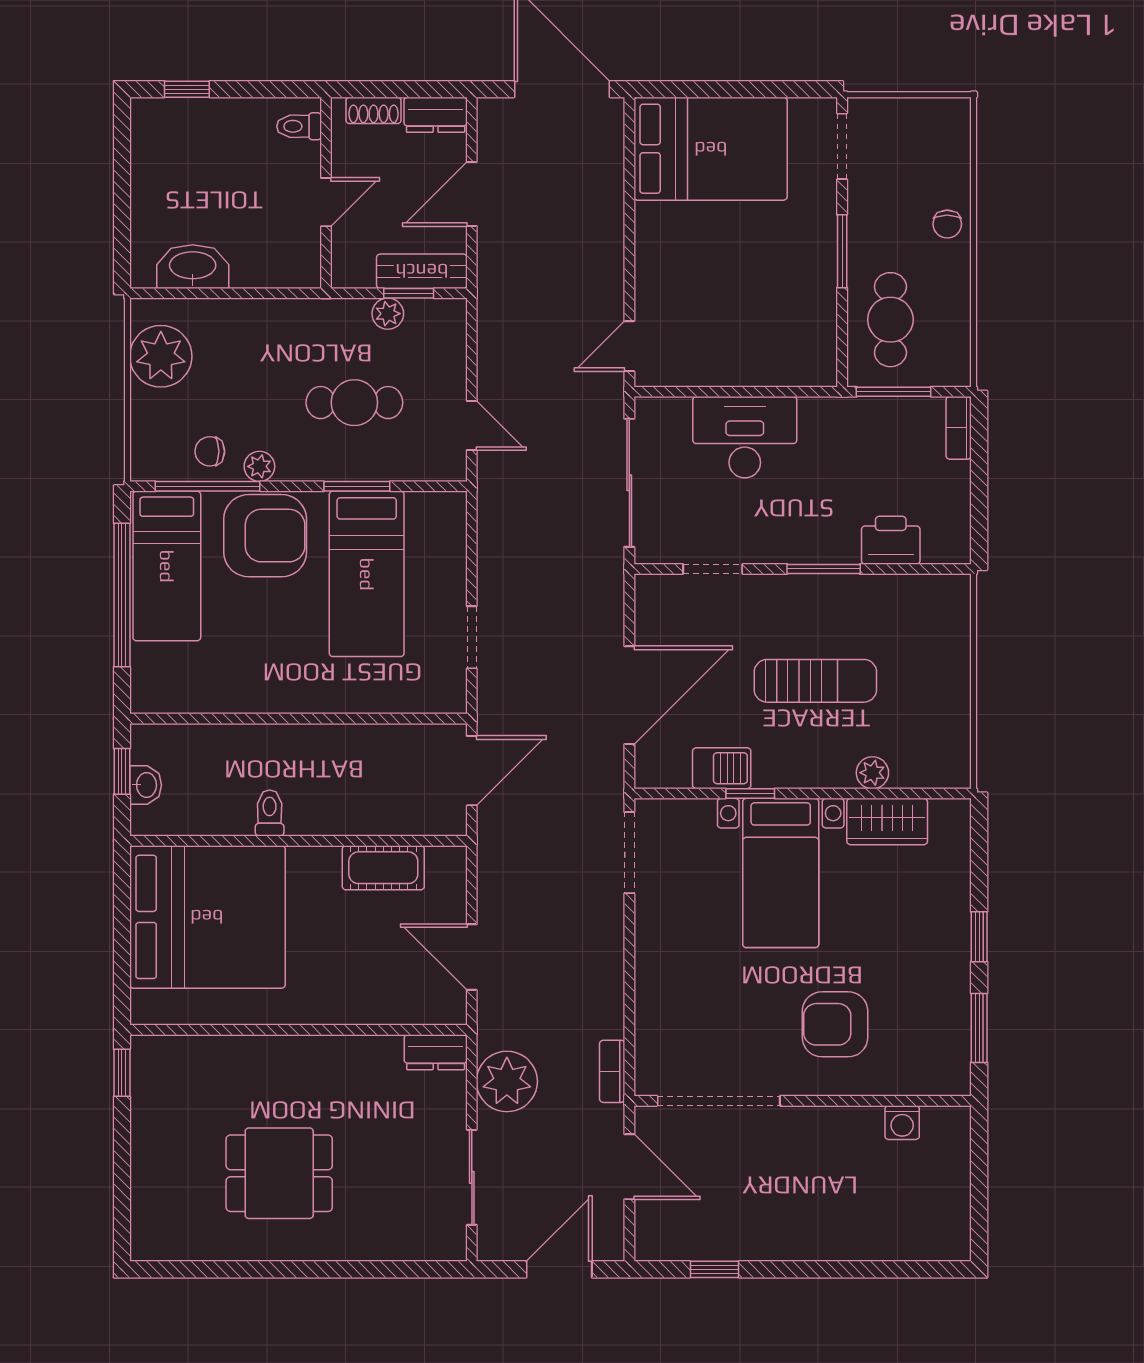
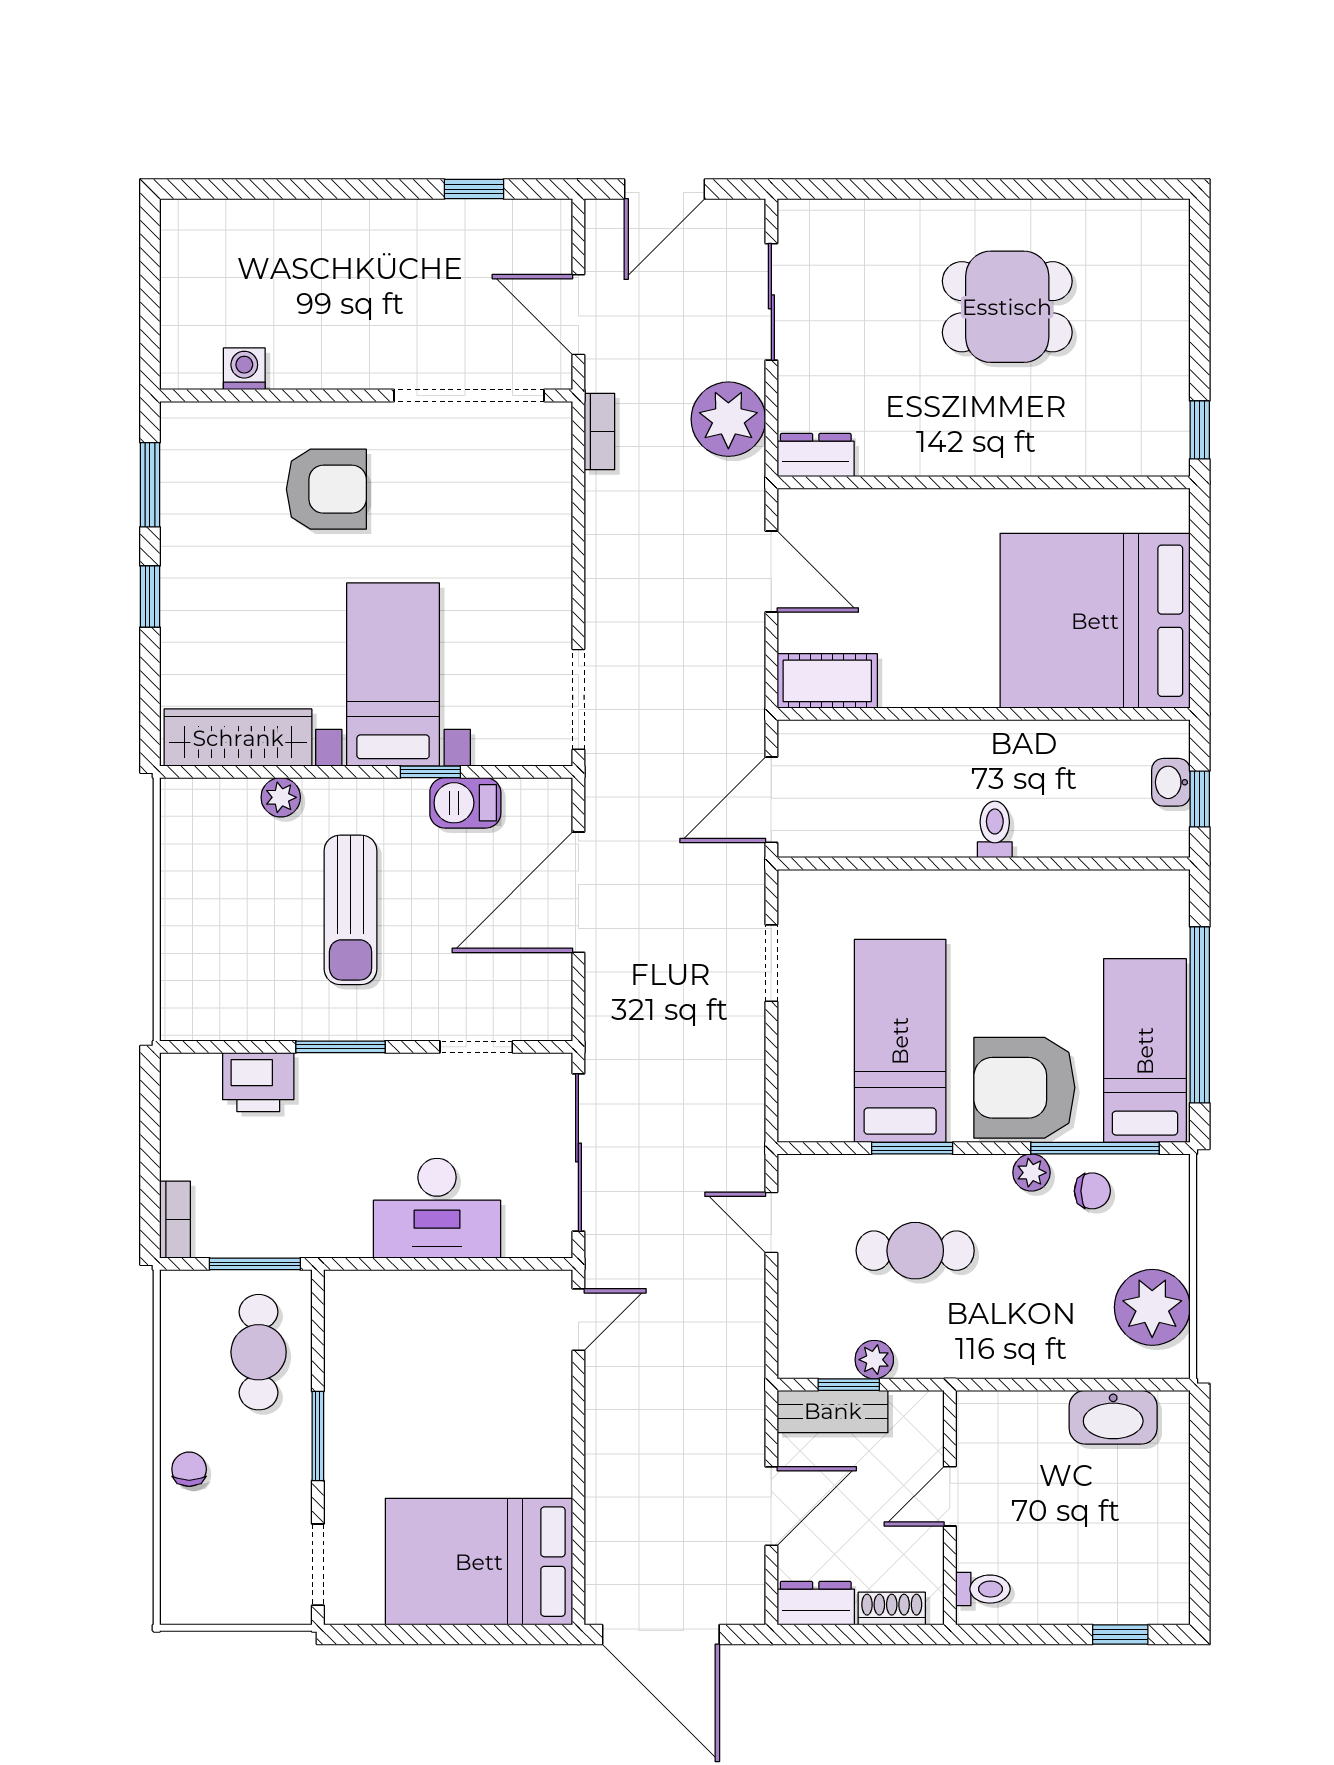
sun lounger: (815, 681) -> (351, 910), turned -90
toilet: (270, 813) -> (995, 829), moved, turned 180
wardrobe: (887, 822) -> (238, 738), width x1.50
cot: (383, 868) -> (827, 681), moved

